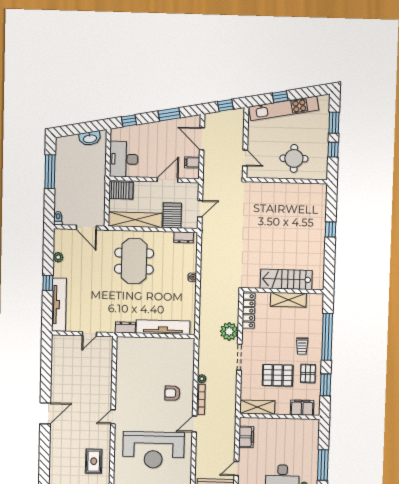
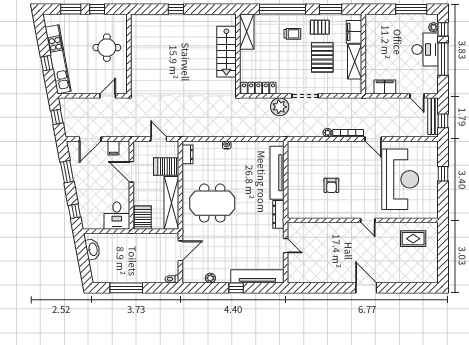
desk: (124, 159) -> (117, 216), width x0.73
shelving: (288, 300) -> (247, 32), moved
dresser: (125, 327) -> (278, 214), width x1.44
armchair: (172, 393) -> (331, 185), moved
shelving: (257, 407) -> (355, 62), moved

